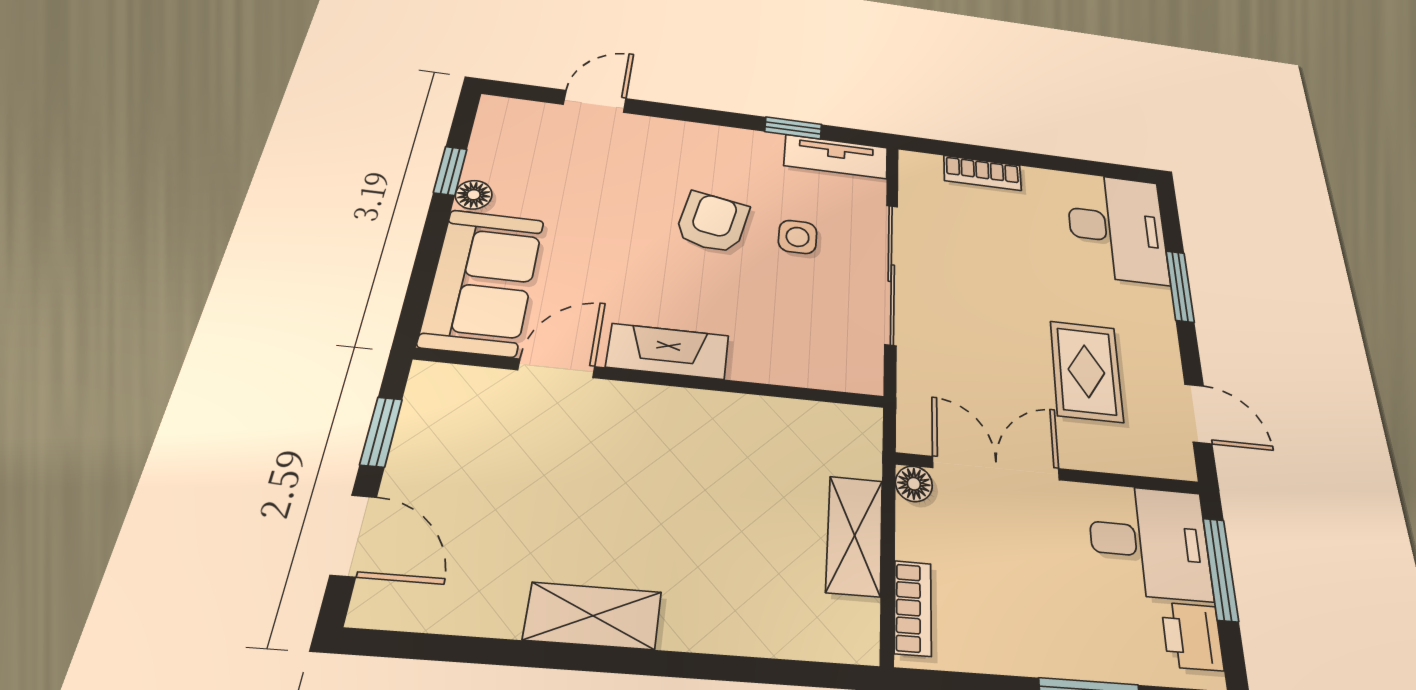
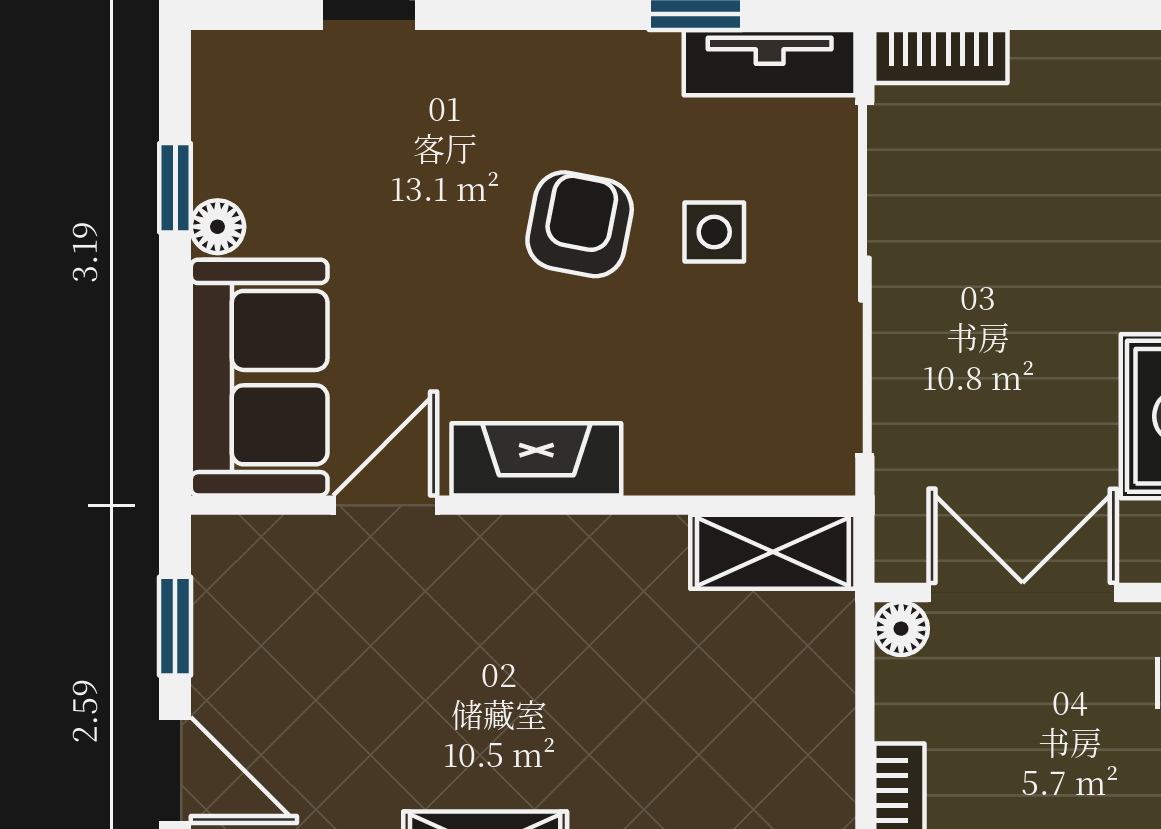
bookcase: (982, 173) -> (941, 56), moved
sliding door: (891, 273) -> (865, 279), width x1.36
shelving: (855, 535) -> (773, 552), moved, turned 90

